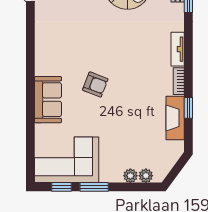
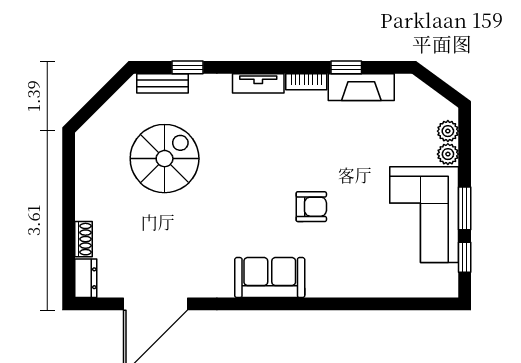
armchair: (95, 84) -> (311, 207), turned 69
sofa: (48, 100) -> (270, 278), moved
corner sofa: (67, 160) -> (424, 215), moved

